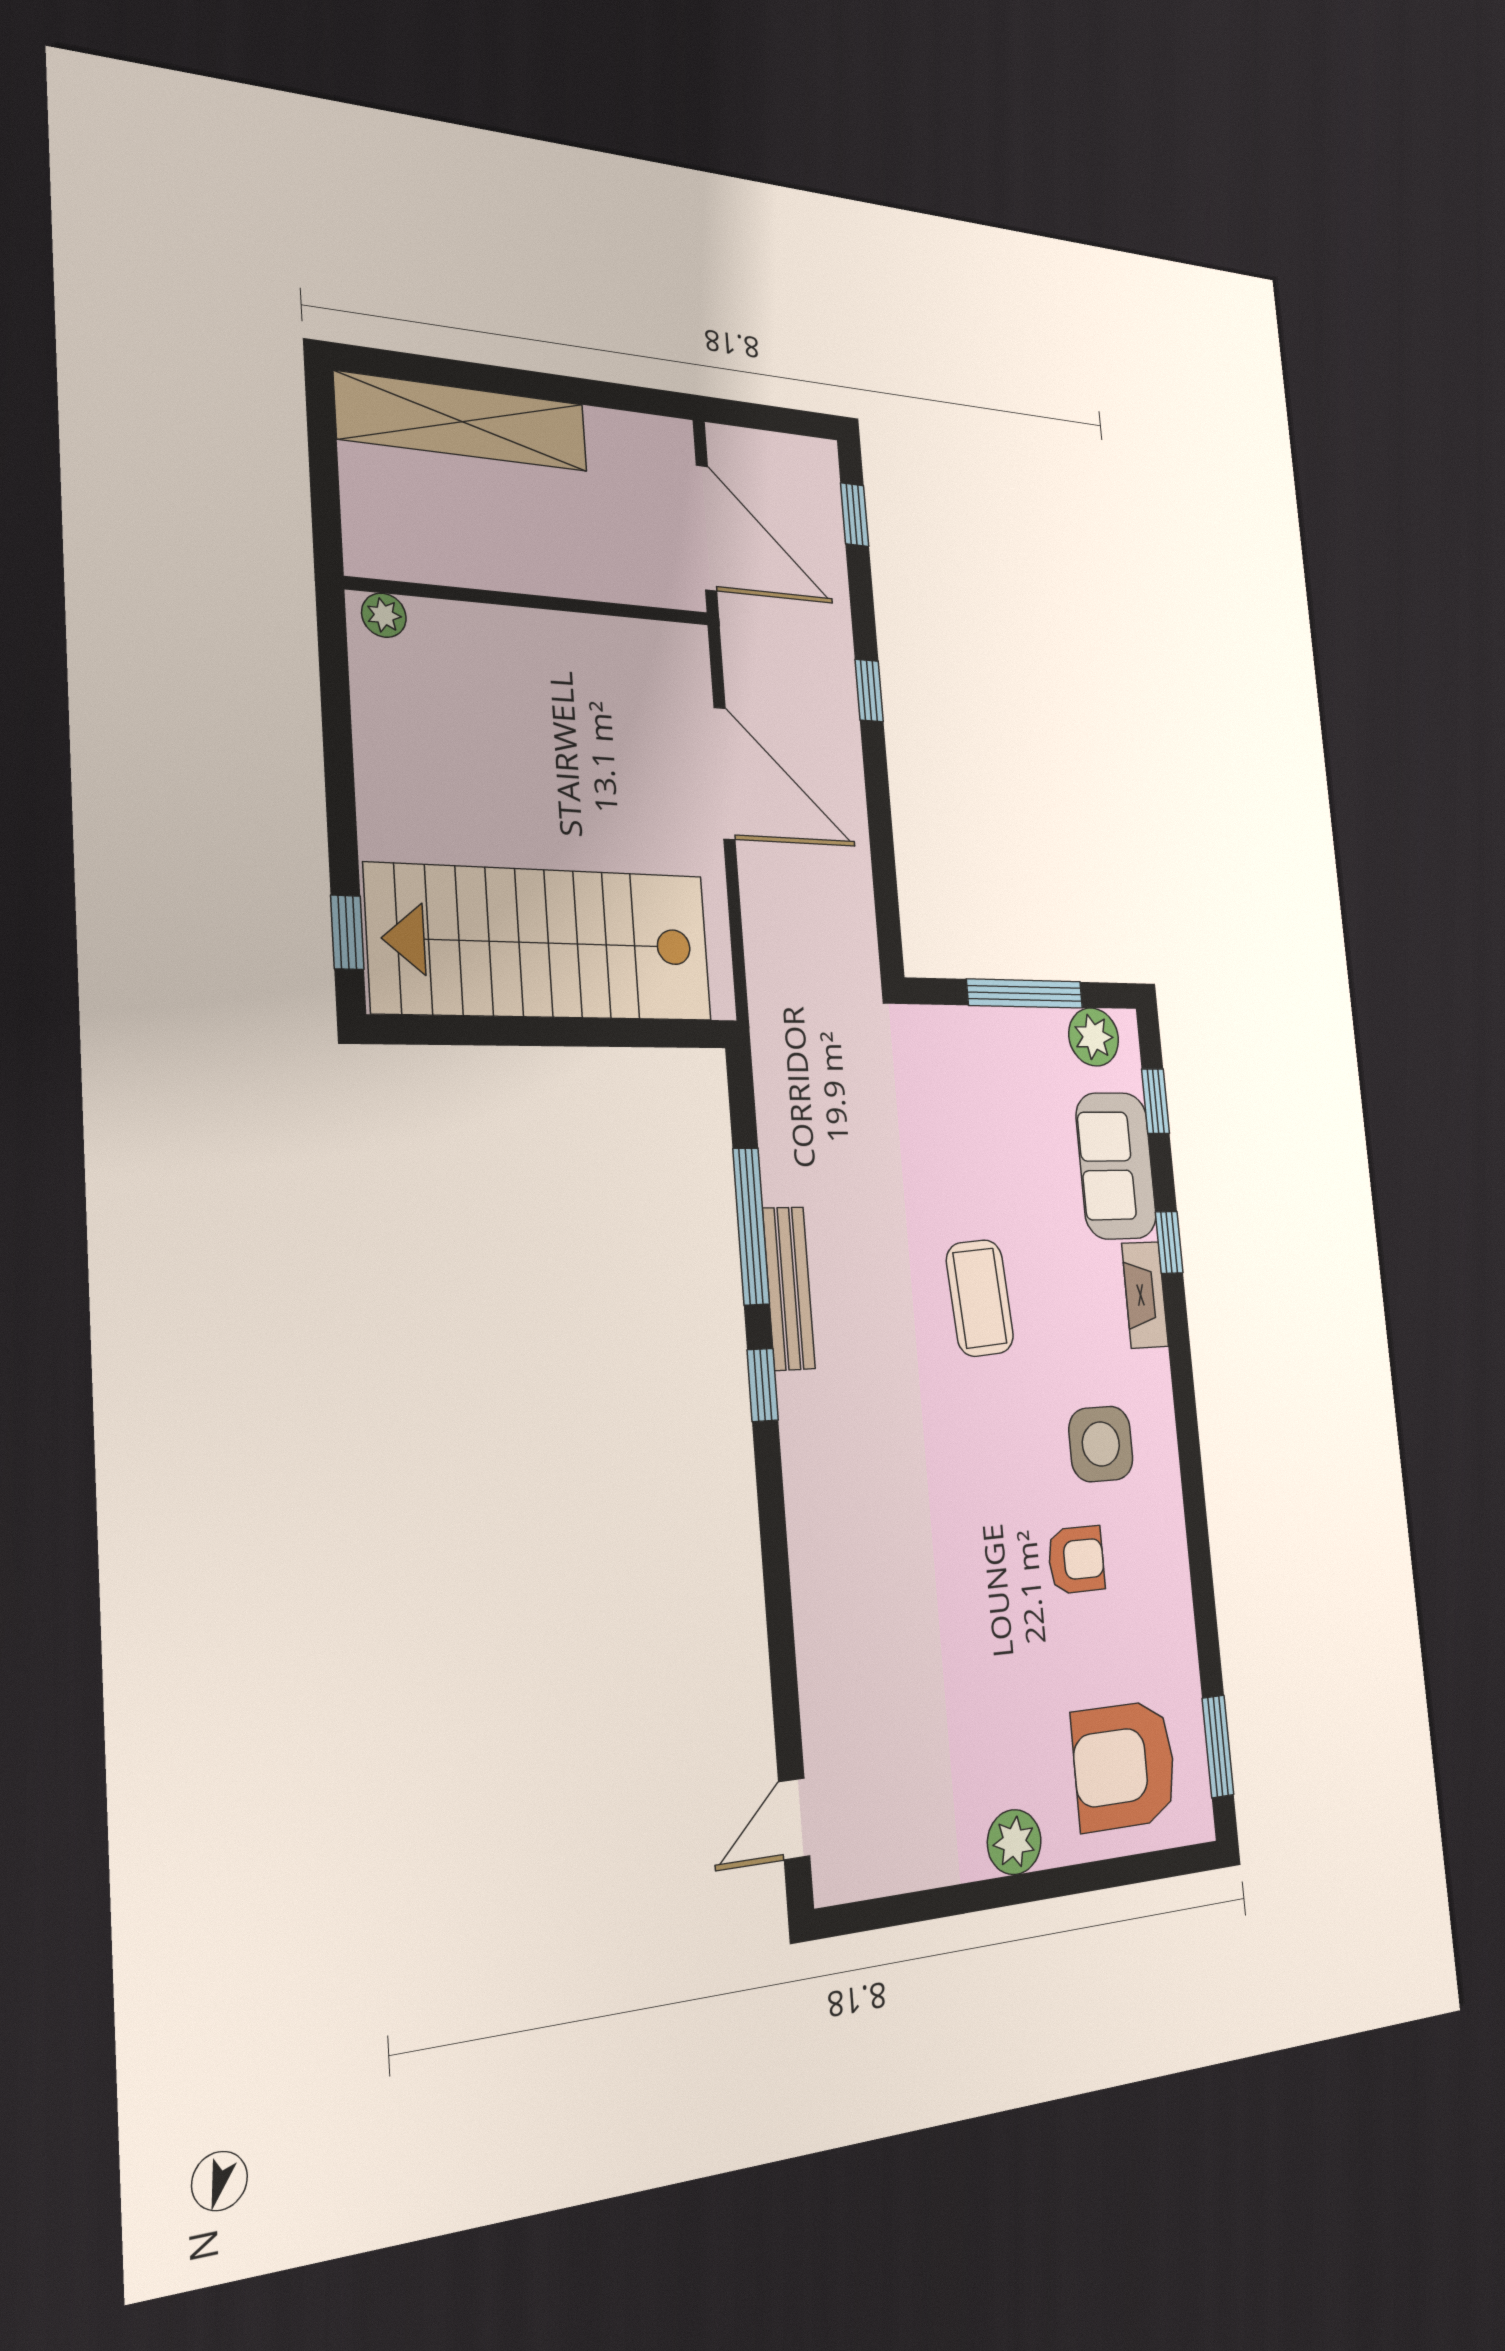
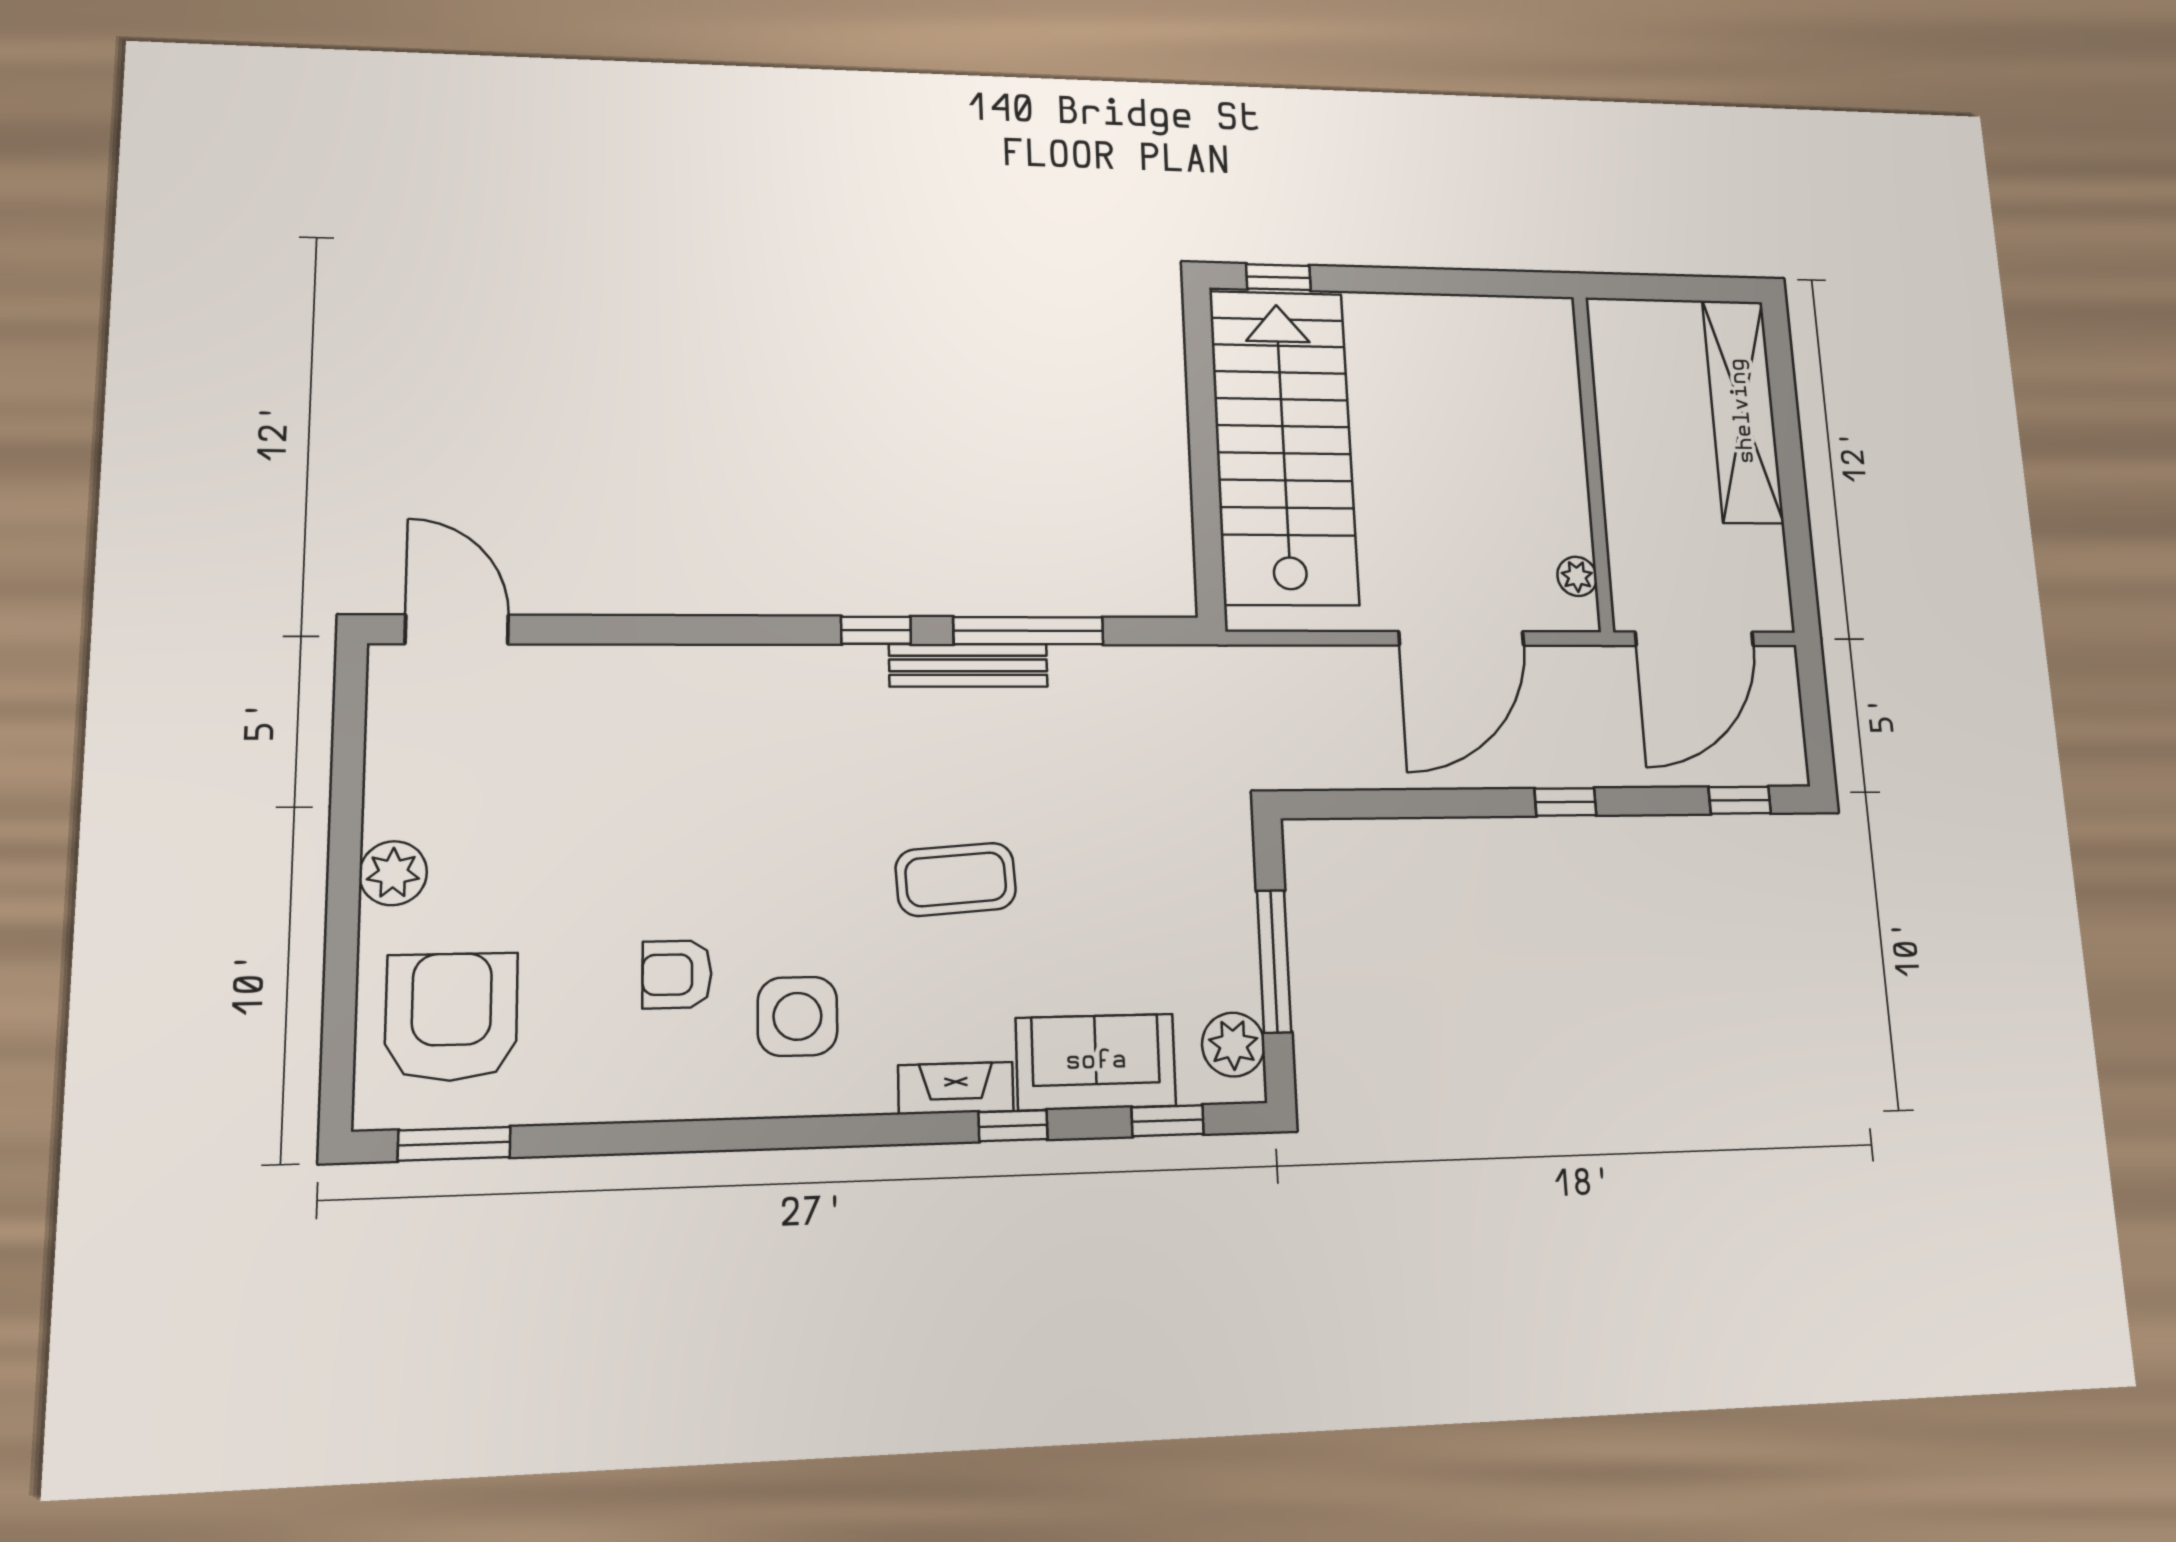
plant: (384, 615) -> (1577, 576), moved
armchair: (1076, 1560) -> (677, 974), turned 90
door: (794, 1819) -> (457, 629), width x1.38

